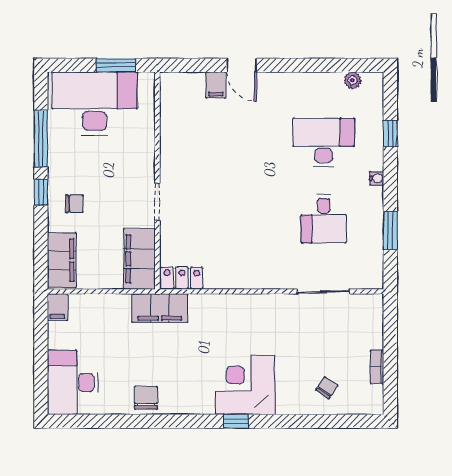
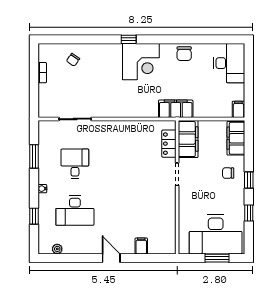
window: (116, 65) -> (217, 258), moved
door: (242, 65) -> (111, 258), moved
window: (41, 139) -> (249, 213), width x0.46
locker: (182, 278) -> (169, 144), moved, turned 90
corner desk: (245, 385) -> (141, 62), moved

